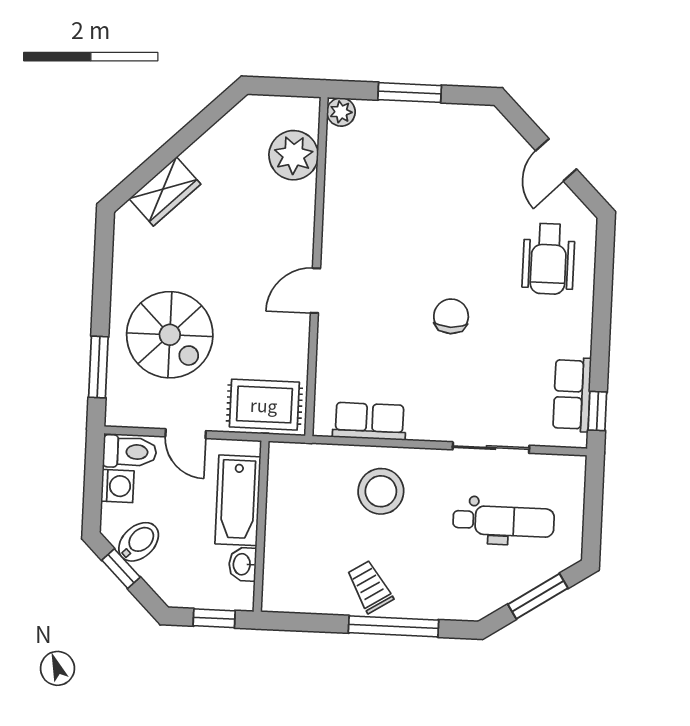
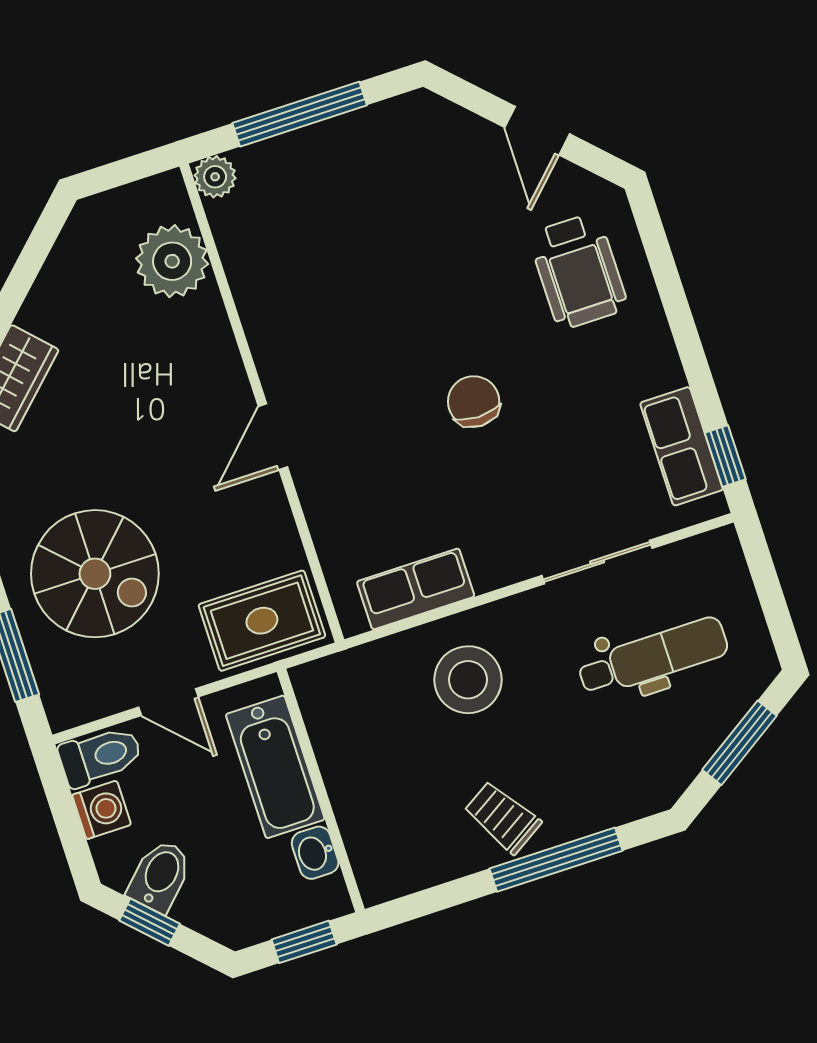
window: (410, 93) -> (300, 114), width x1.44

